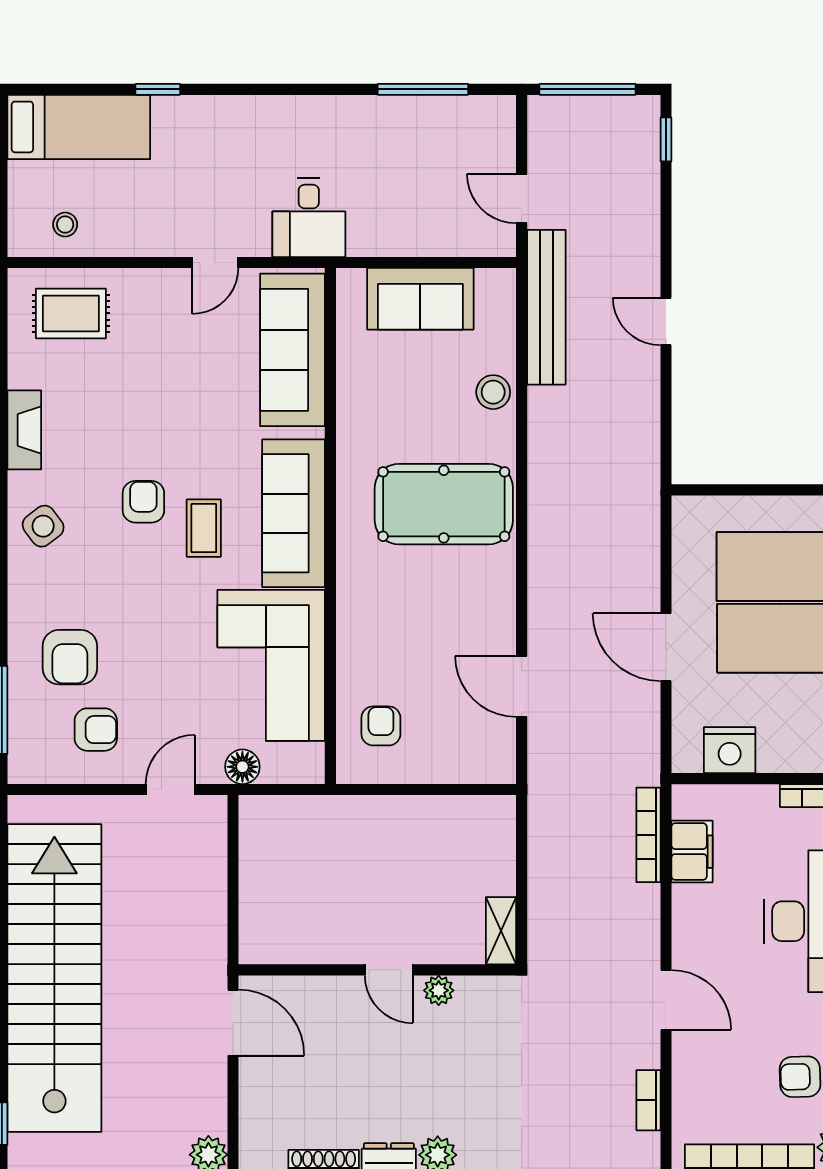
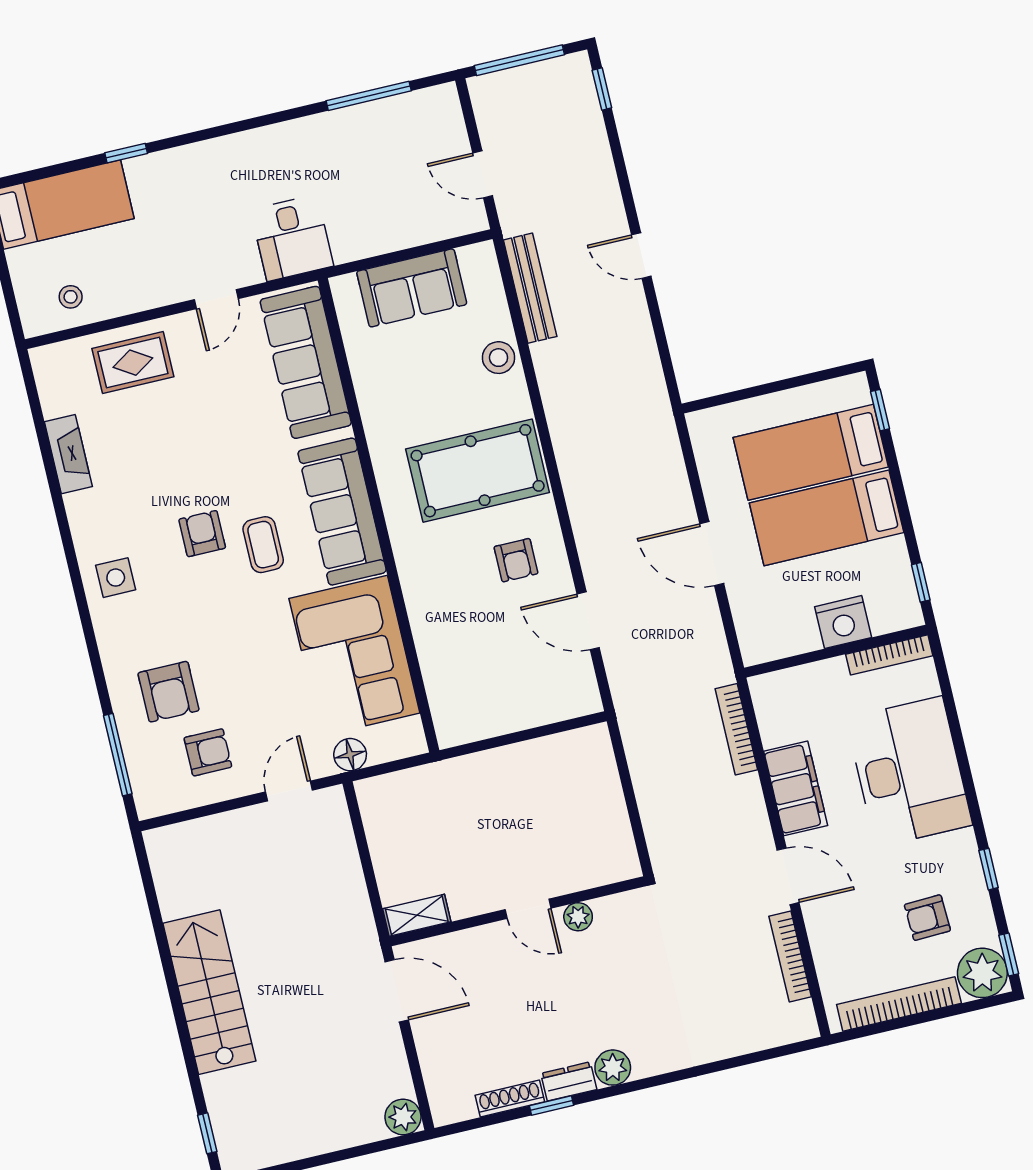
bench: (546, 307) -> (530, 288), width x0.73, depth x0.82
rug: (71, 313) -> (133, 363), moved
fireplace: (24, 430) -> (68, 454), moved
side table: (43, 526) -> (116, 578), turned 37
armchair: (381, 726) -> (516, 560), moved, turned 180
nightstand: (730, 750) -> (843, 622), moved
filing cabinet: (692, 852) -> (796, 788), moved, width x1.50, depth x1.17
shelving: (501, 931) -> (417, 915), moved, turned 90
stairs: (54, 978) -> (209, 992), width x0.54, depth x0.66
bookcase: (649, 1100) -> (790, 956), width x1.56

